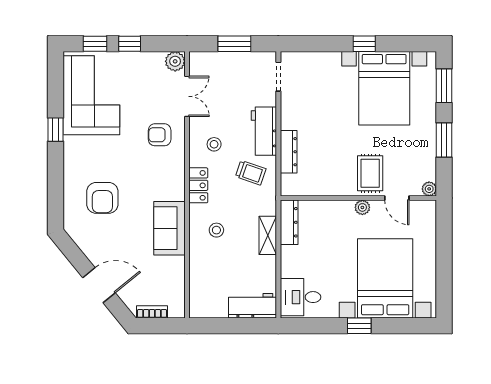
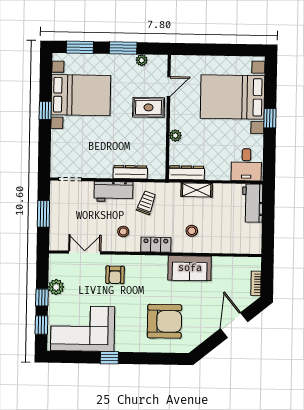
plant: (175, 61) -> (56, 287), moved
plant: (429, 189) -> (142, 60), moved
armchair: (102, 198) -> (164, 321), width x1.36, depth x1.36
plant: (362, 207) -> (175, 136), moved

